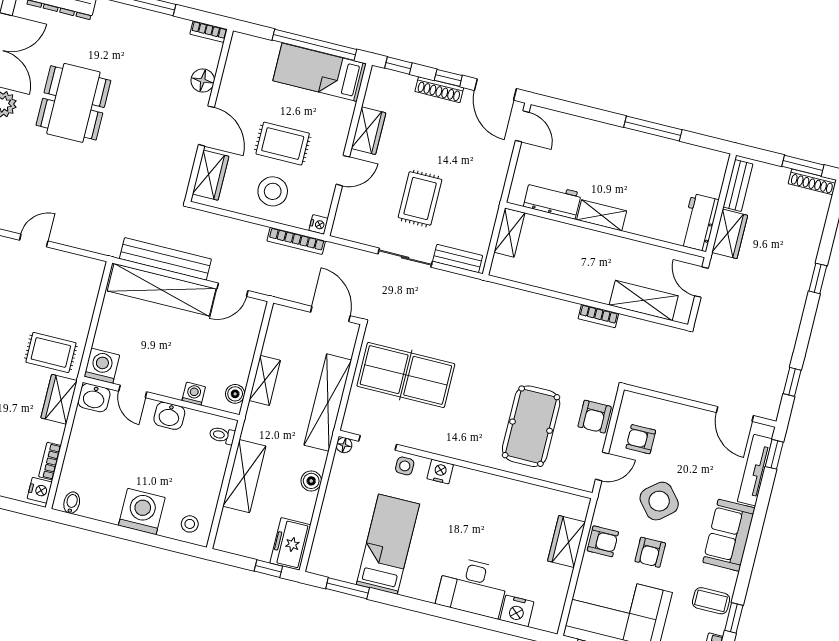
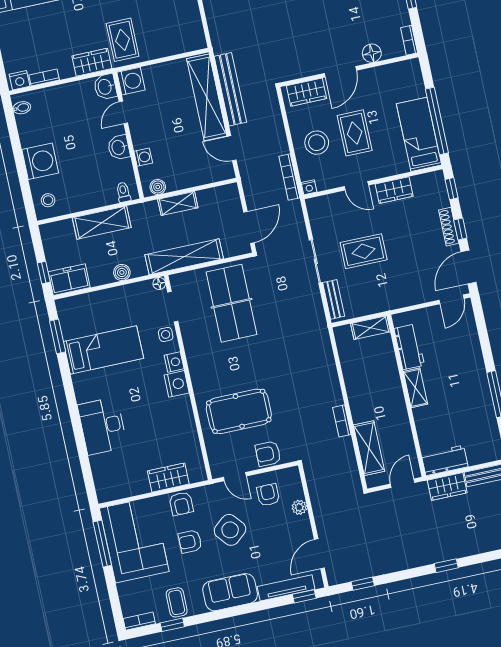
plant: (672, 411) -> (299, 507), added
nightstand: (517, 611) -> (177, 384), moved, turned 180

